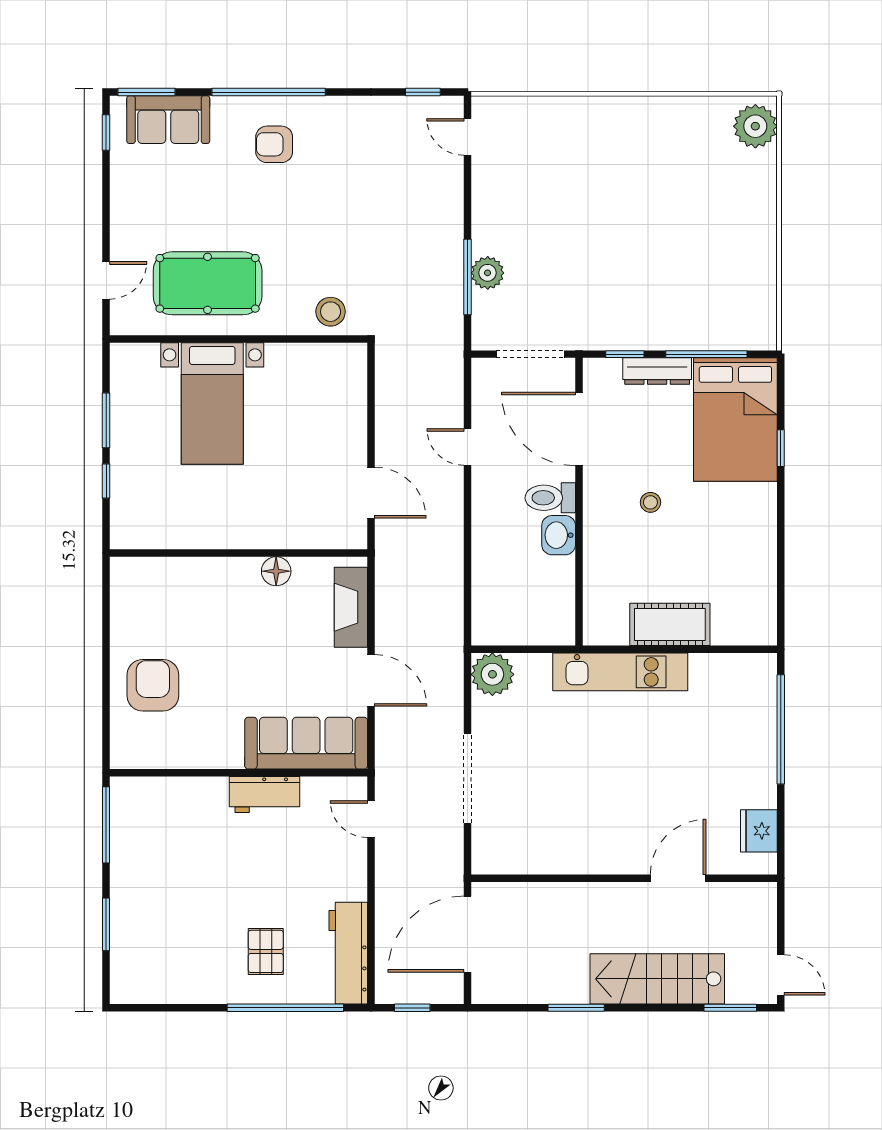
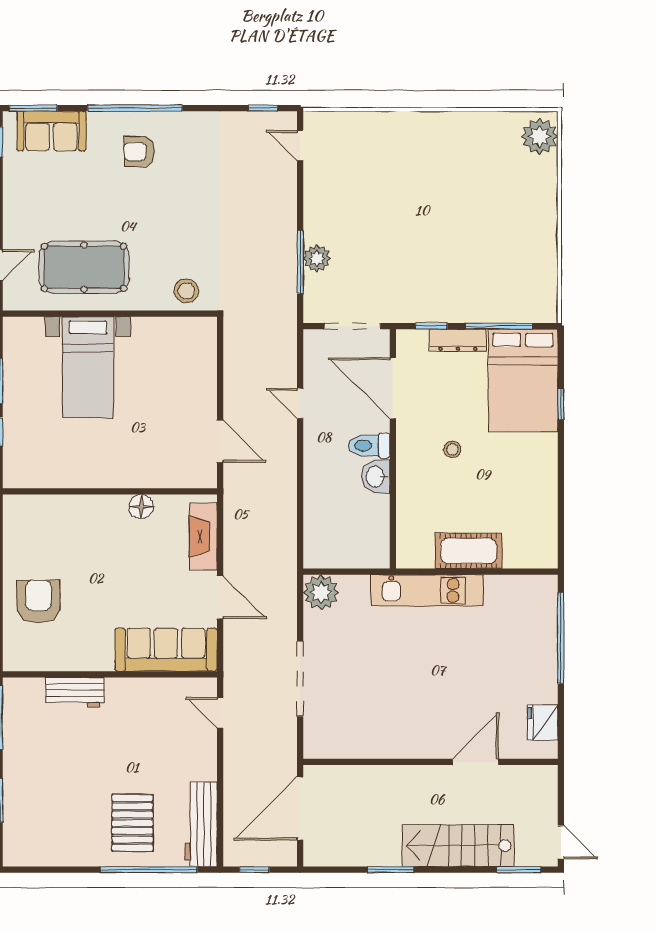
workbench: (265, 795) -> (75, 692), moved
pallet: (266, 951) -> (132, 823), width x1.50, depth x1.42

